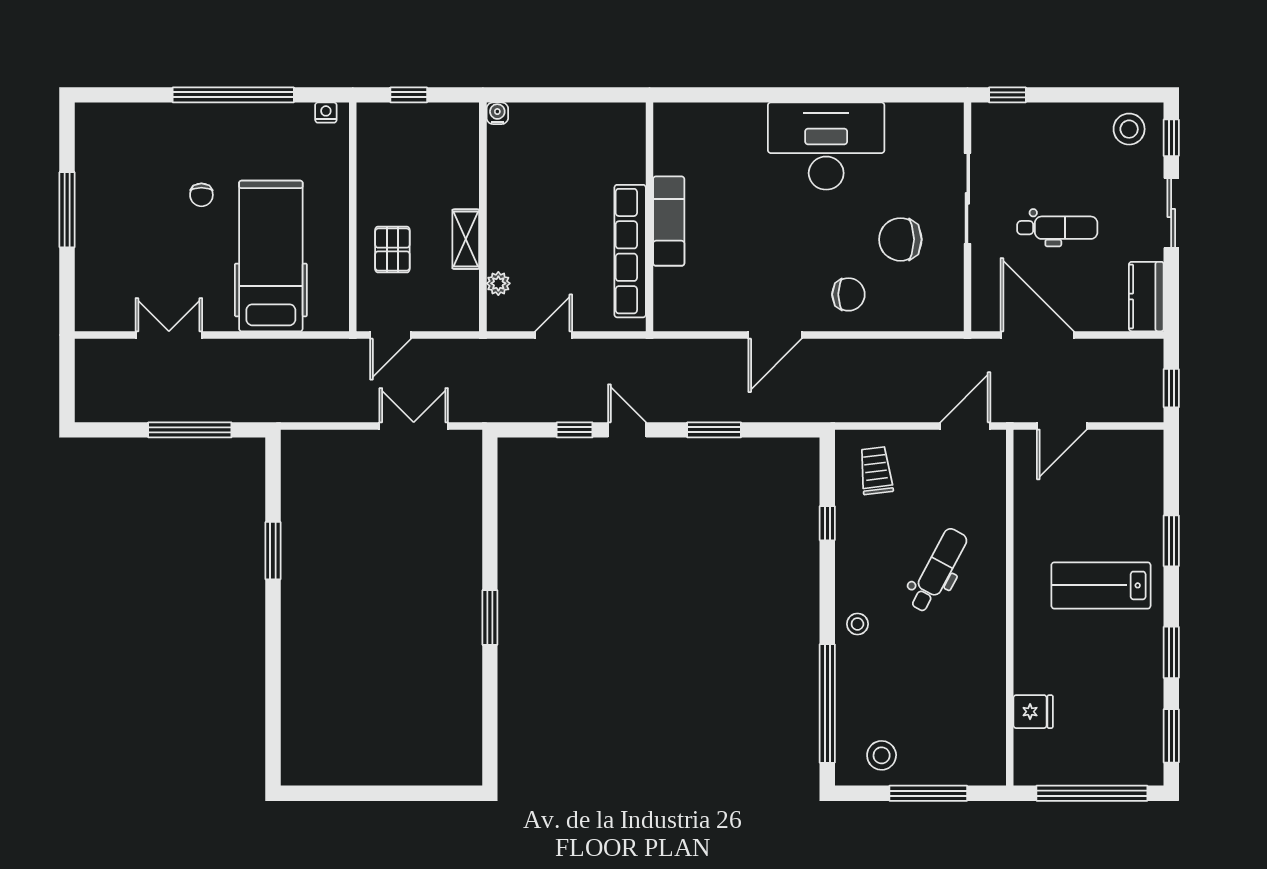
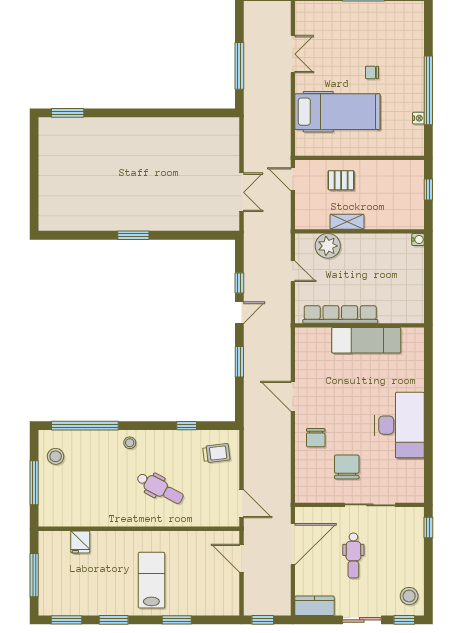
nightstand: (326, 113) -> (418, 118), moved
exam couch: (669, 221) -> (366, 340), width x1.36, depth x1.45
plant: (498, 283) -> (328, 246), width x1.88, depth x1.88
window: (273, 551) -> (68, 113), moved
window: (1092, 793) -> (34, 575), width x0.68

